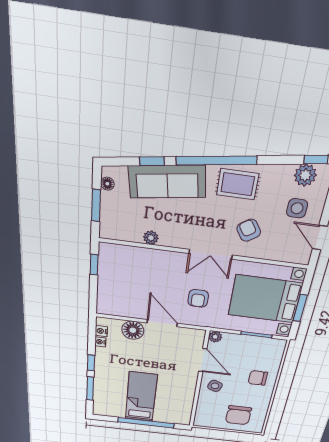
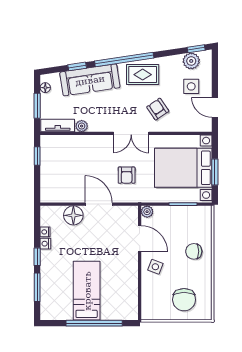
tv unit: (121, 233) -> (58, 126), added
nightstand: (101, 331) -> (45, 244), moved

